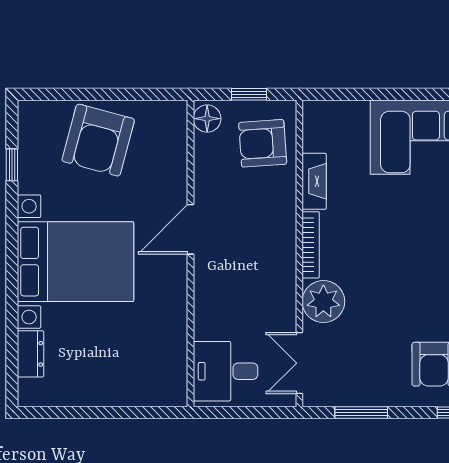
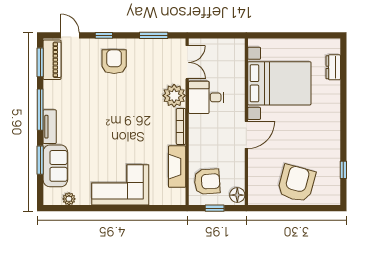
fireplace: (314, 181) -> (177, 167), width x1.37, depth x1.32
bed with nightstands: (76, 262) -> (279, 83), moved, turned 180
desk: (225, 371) -> (206, 97), moved, turned 180

